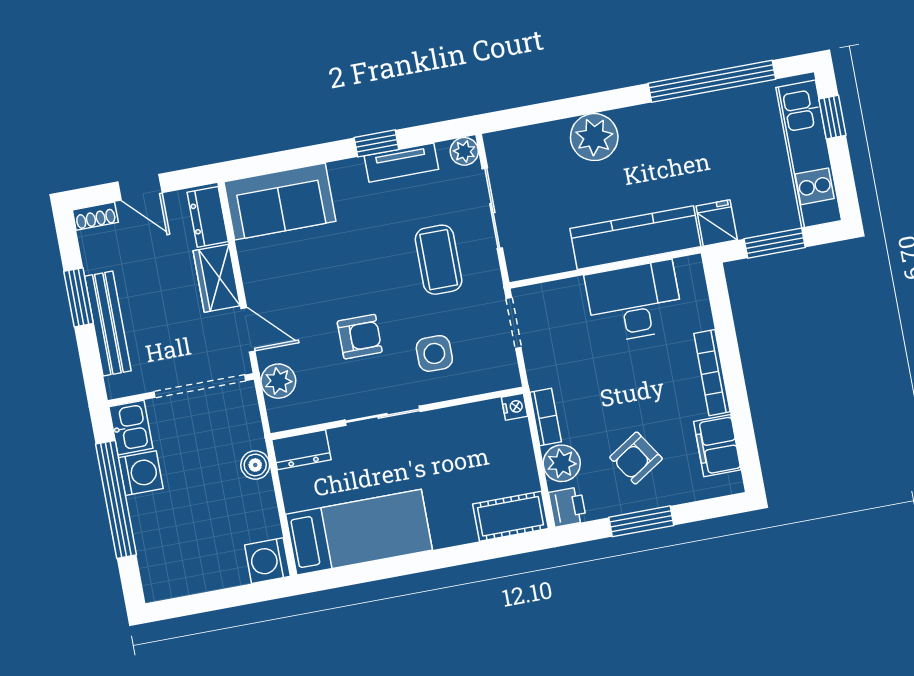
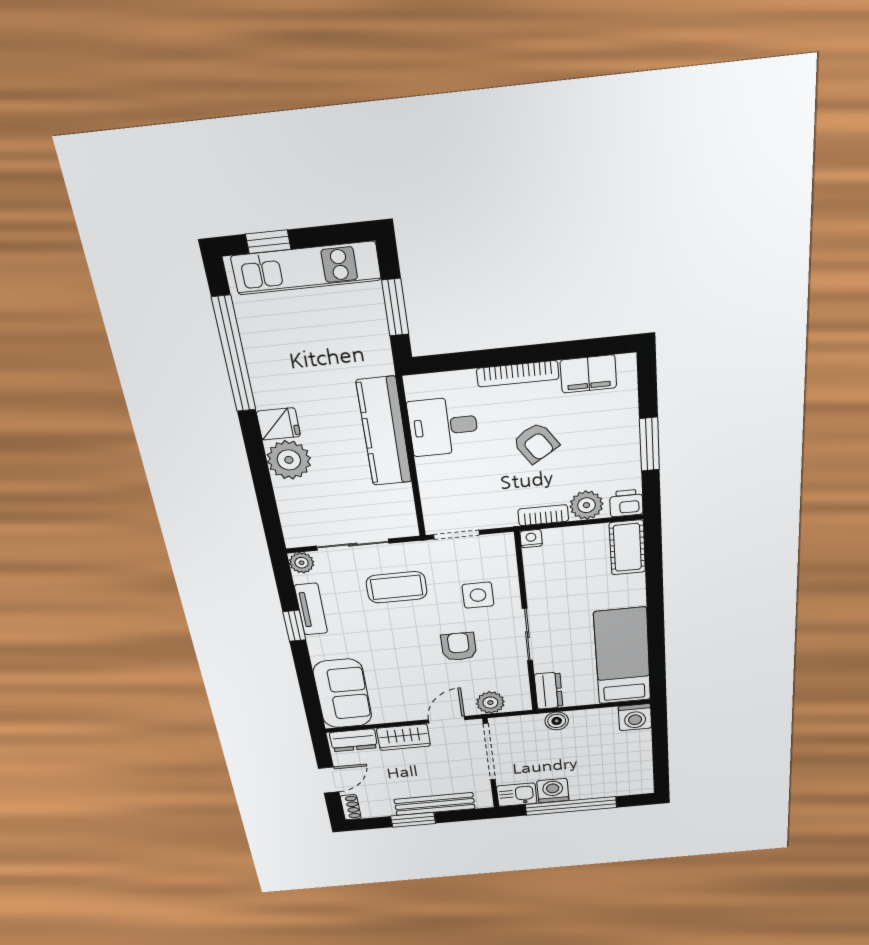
fridge: (717, 223) -> (278, 424), moved, turned 180
desk: (634, 302) -> (443, 426), width x0.73
armchair: (636, 458) -> (536, 443), moved

